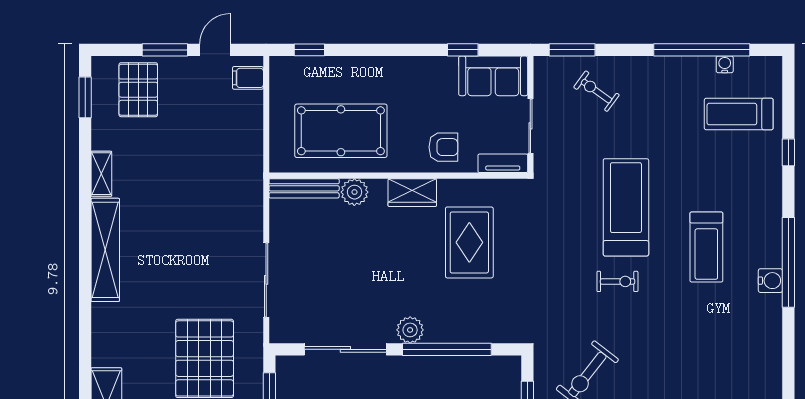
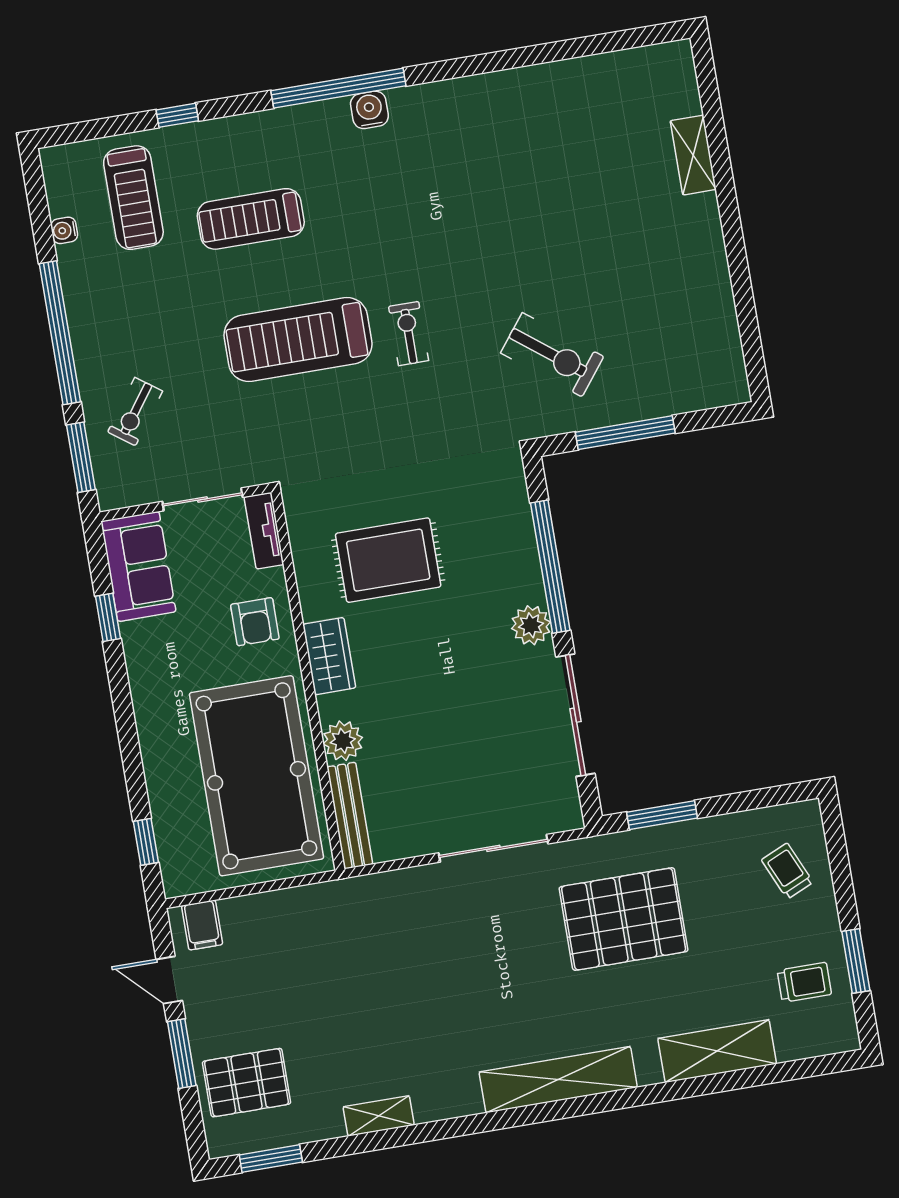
window: (702, 50) -> (60, 333), moved
pool table: (341, 131) -> (256, 776), width x1.36, depth x1.32
armchair: (443, 147) -> (255, 622), turned 180
treadmill: (706, 247) -> (251, 219), moved, turned 180
shelving: (105, 250) -> (558, 1080), moved

